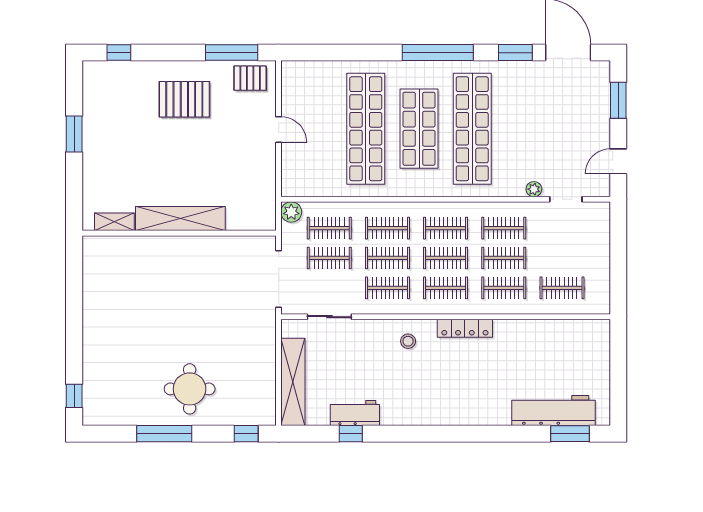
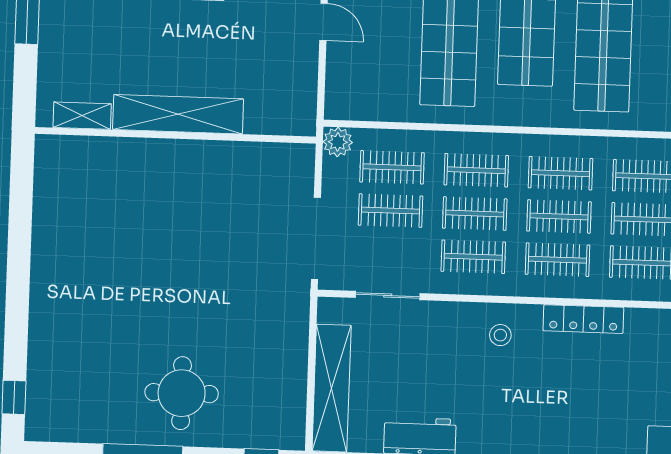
shelving: (180, 219) -> (178, 114), moved
shelving: (114, 222) -> (82, 116), moved
wall: (179, 233) -> (175, 135), moved

